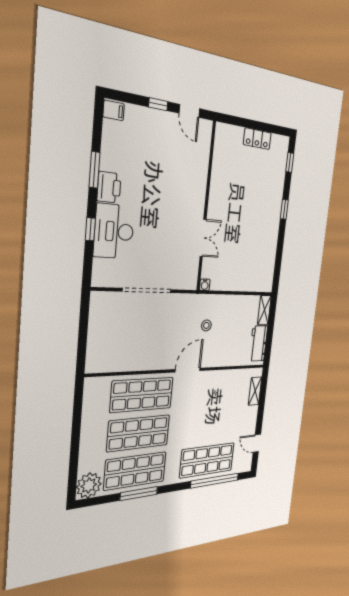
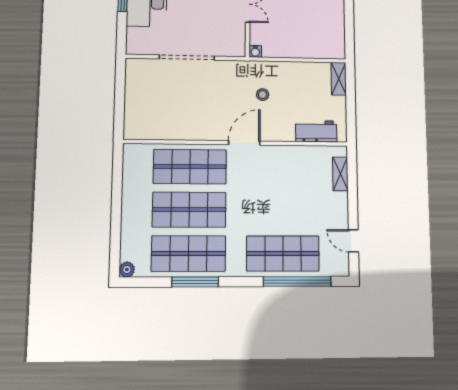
workbench: (258, 343) -> (316, 131), moved, turned 90
plant: (89, 485) -> (127, 270), width x0.53, depth x0.53

